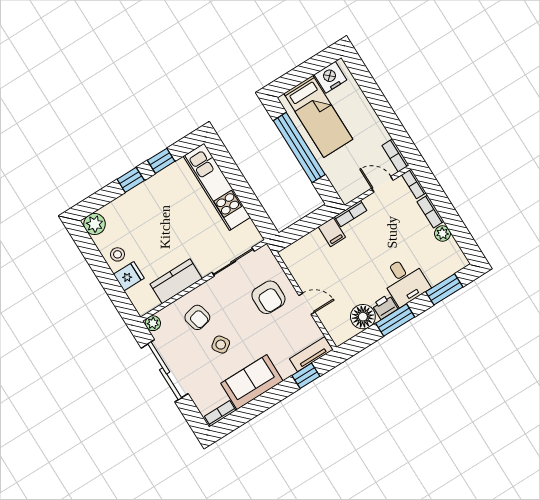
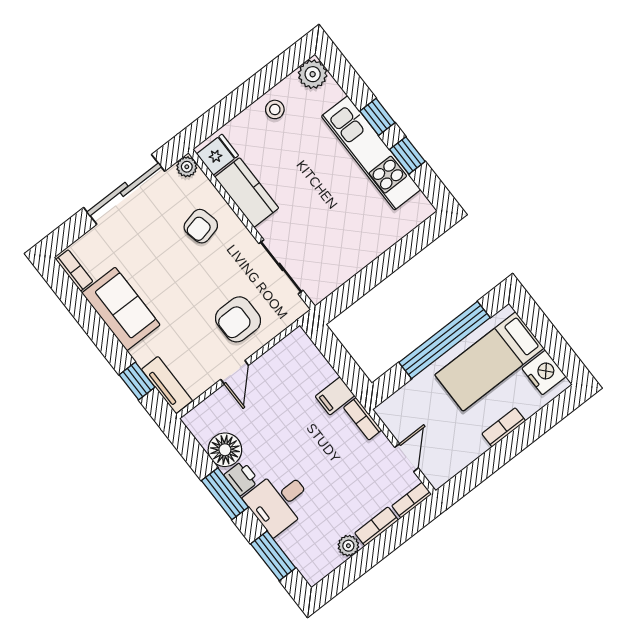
bookcase: (395, 155) -> (504, 427), moved
kitchen unit: (217, 187) -> (371, 153), moved, turned -90
fridge: (129, 276) -> (218, 155), moved, turned -90
side table: (221, 345) -> (167, 262), removed

